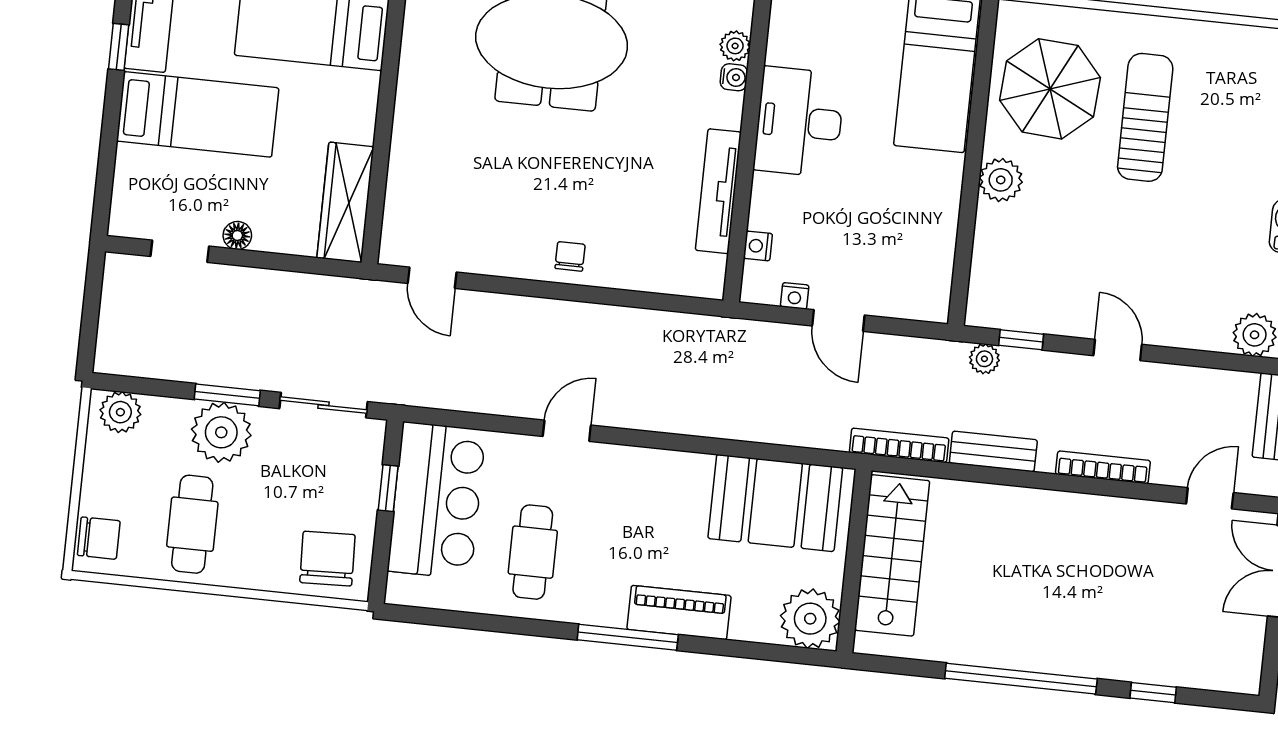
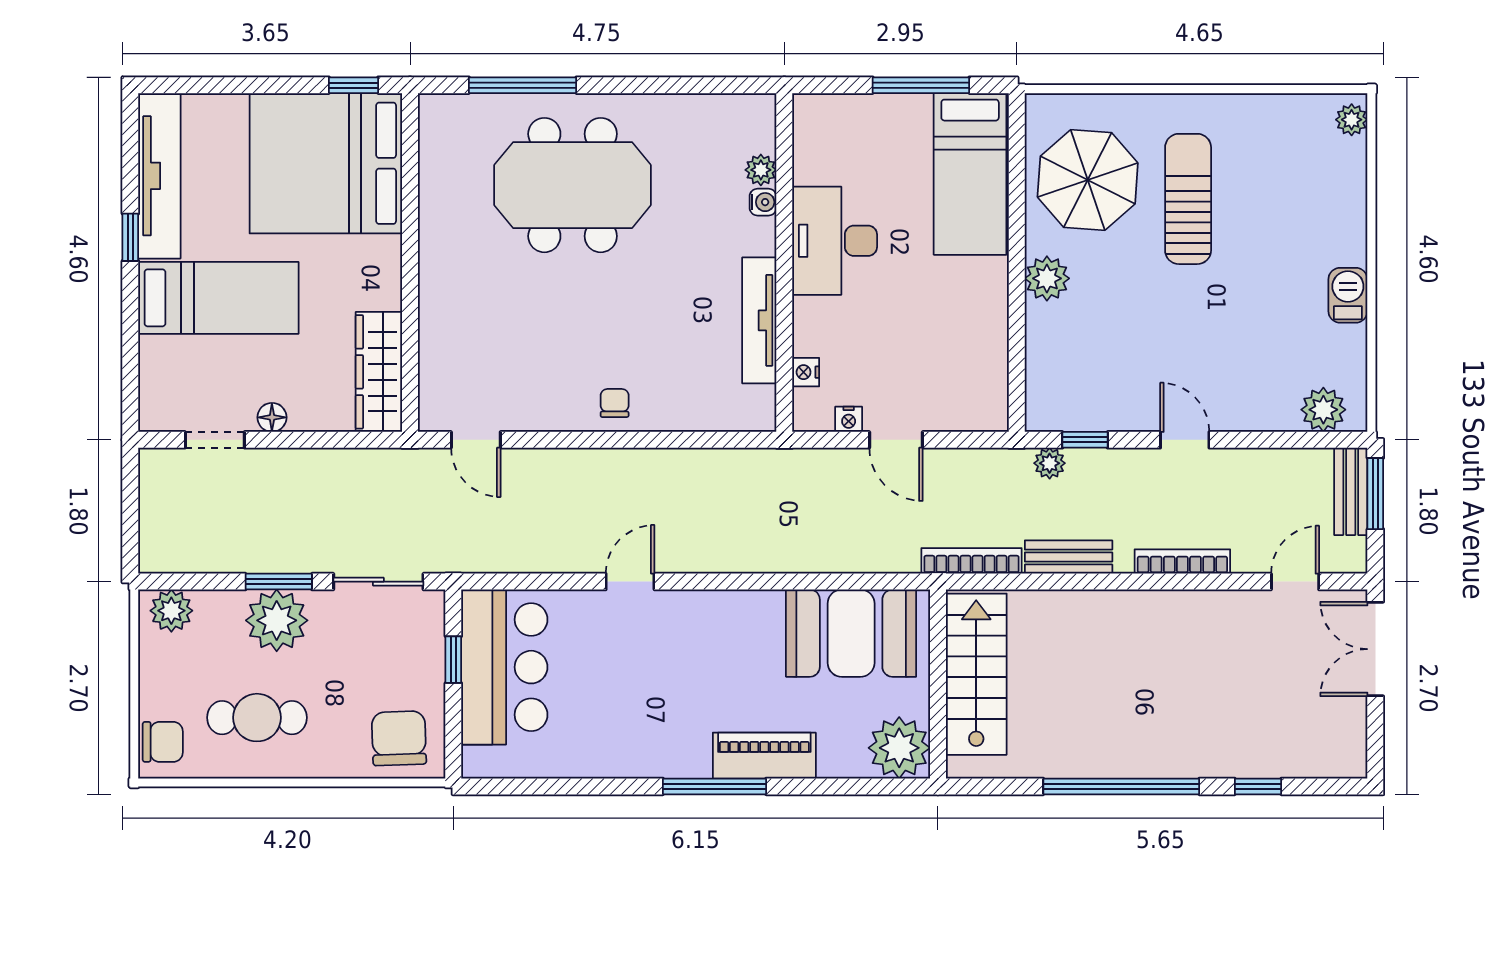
cafe table: (192, 524) -> (257, 718), turned 90
cafe table: (533, 552) -> (608, 710), removed

